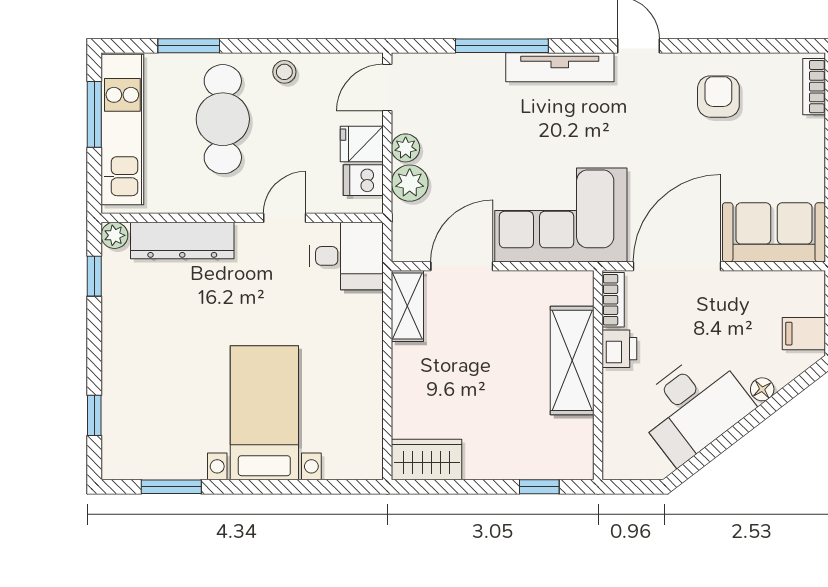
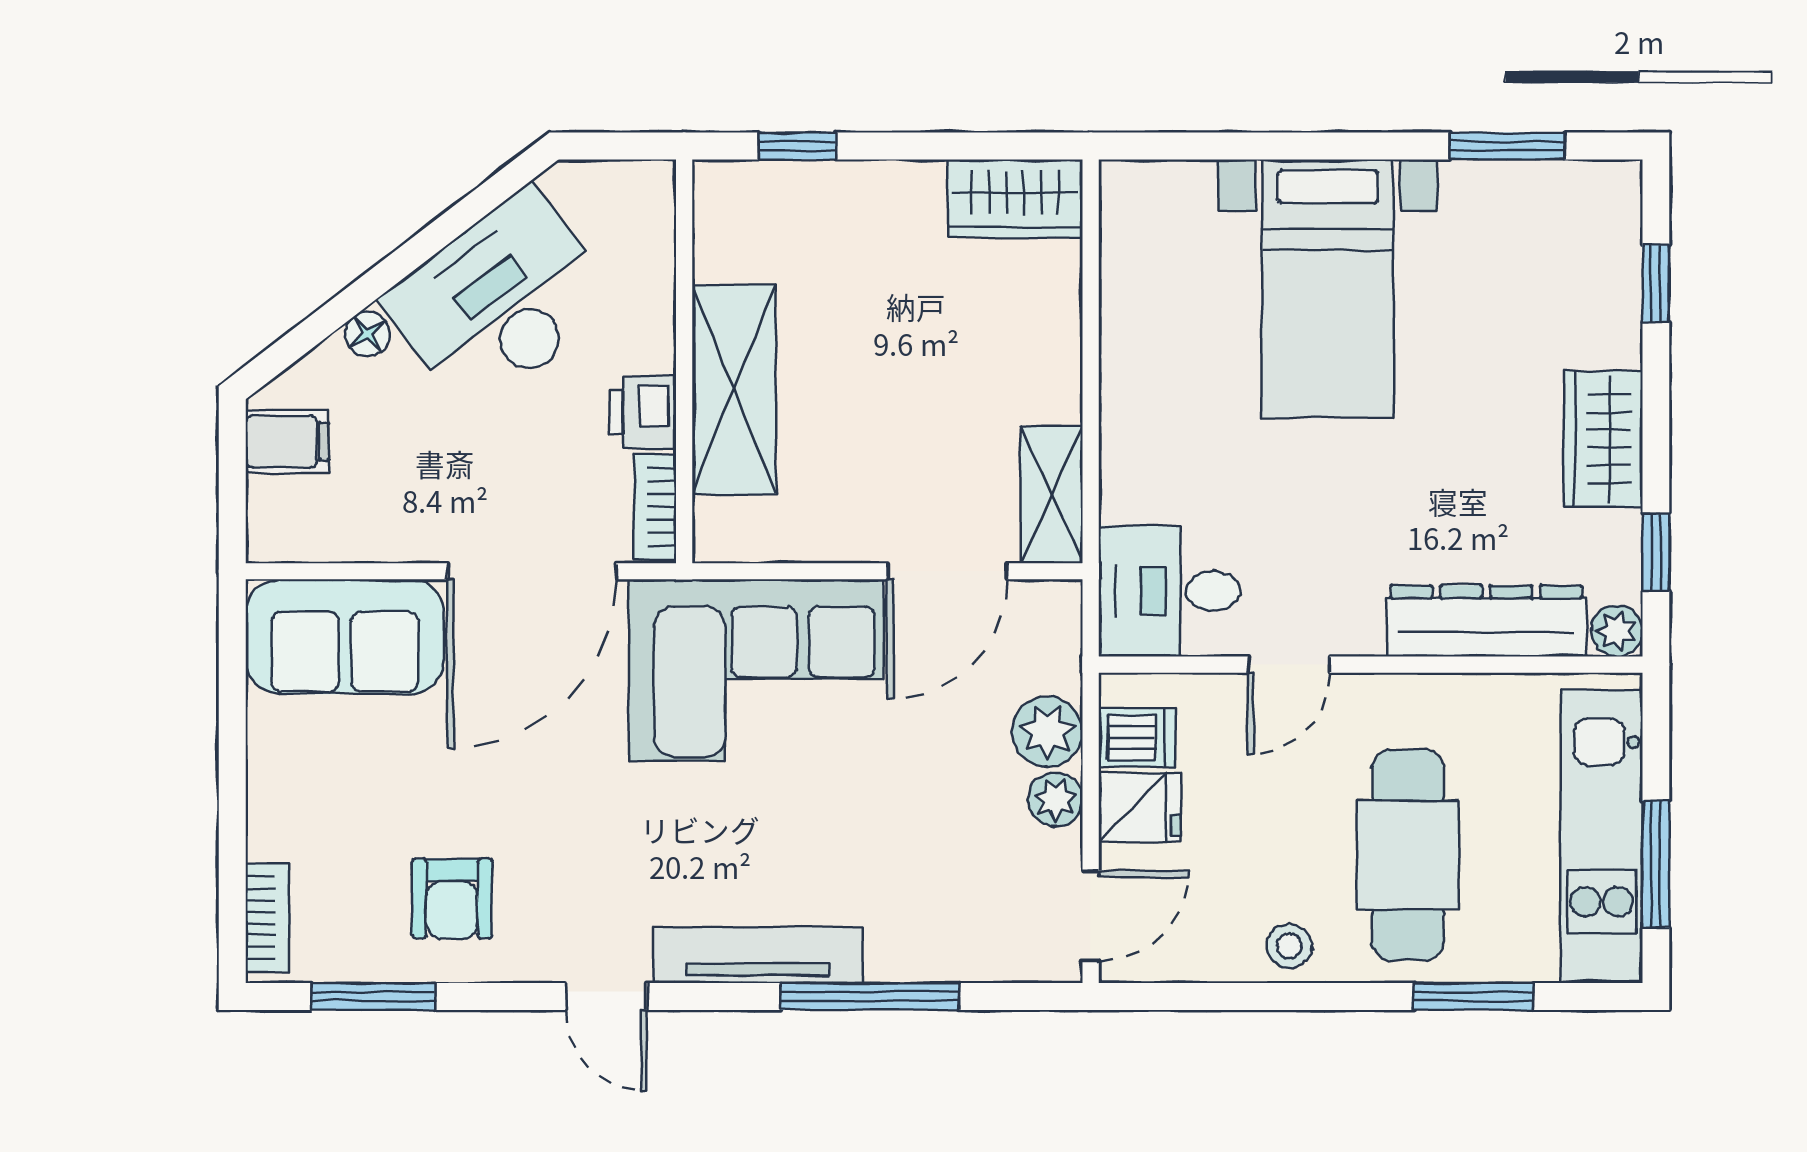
window: (759, 46) -> (373, 996), added
wardrobe: (122, 335) -> (1603, 439), added

